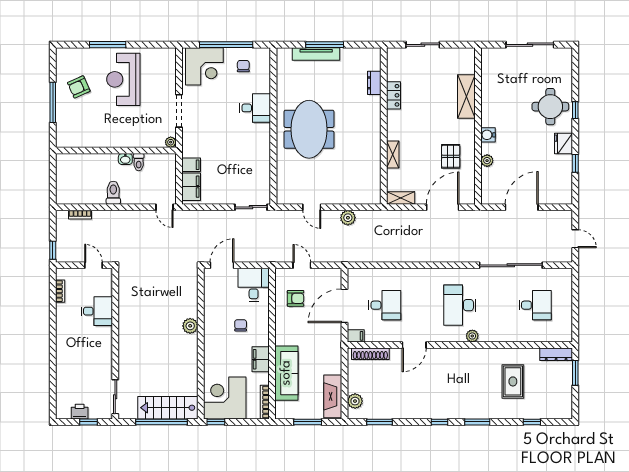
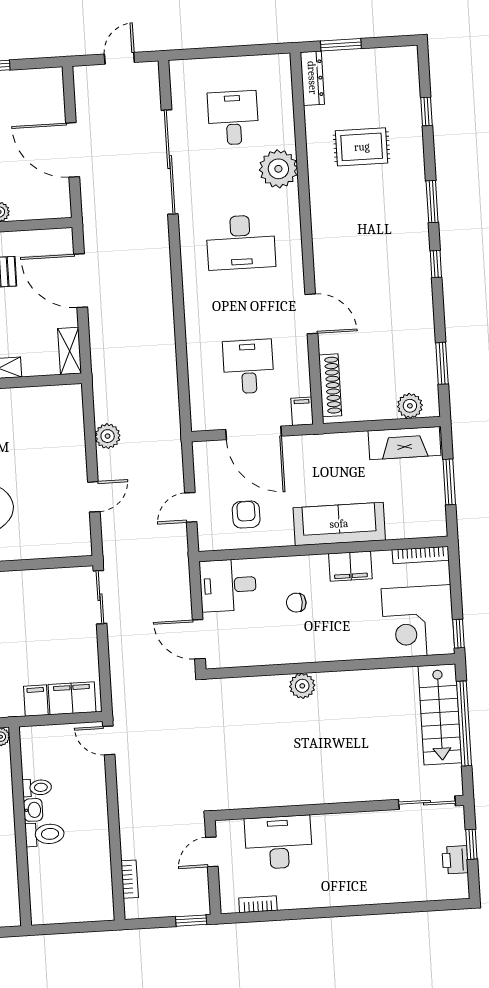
toilet: (113, 193) -> (45, 834), moved, turned 180
door: (164, 207) -> (109, 740), swing flipped
desk: (97, 311) -> (278, 842), width x1.37
plant: (472, 336) -> (278, 169), moved, width x1.88, depth x1.88
sofa: (286, 373) -> (339, 524), moved

